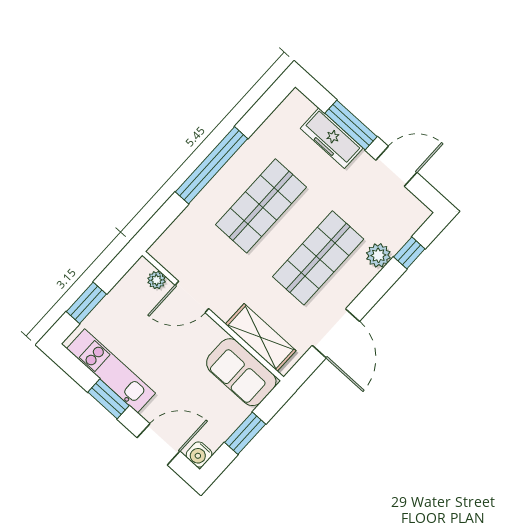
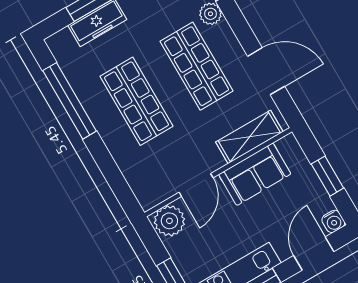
window: (212, 165) -> (70, 101), moved
plant: (156, 280) -> (169, 221), width x1.88, depth x1.88
sofa: (241, 372) -> (255, 174), moved

